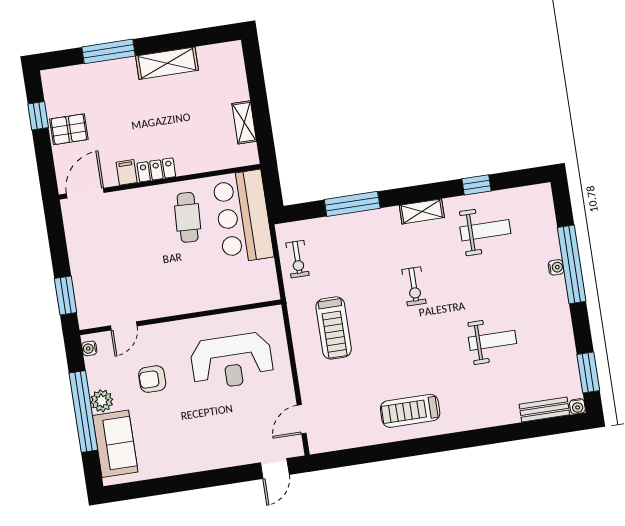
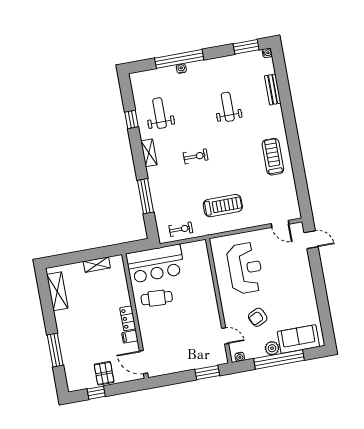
shelving: (167, 63) -> (57, 291), moved
armchair: (152, 379) -> (258, 317), turned 65
bench: (544, 409) -> (273, 89), moved
treadmill: (410, 411) -> (273, 157), turned 180

